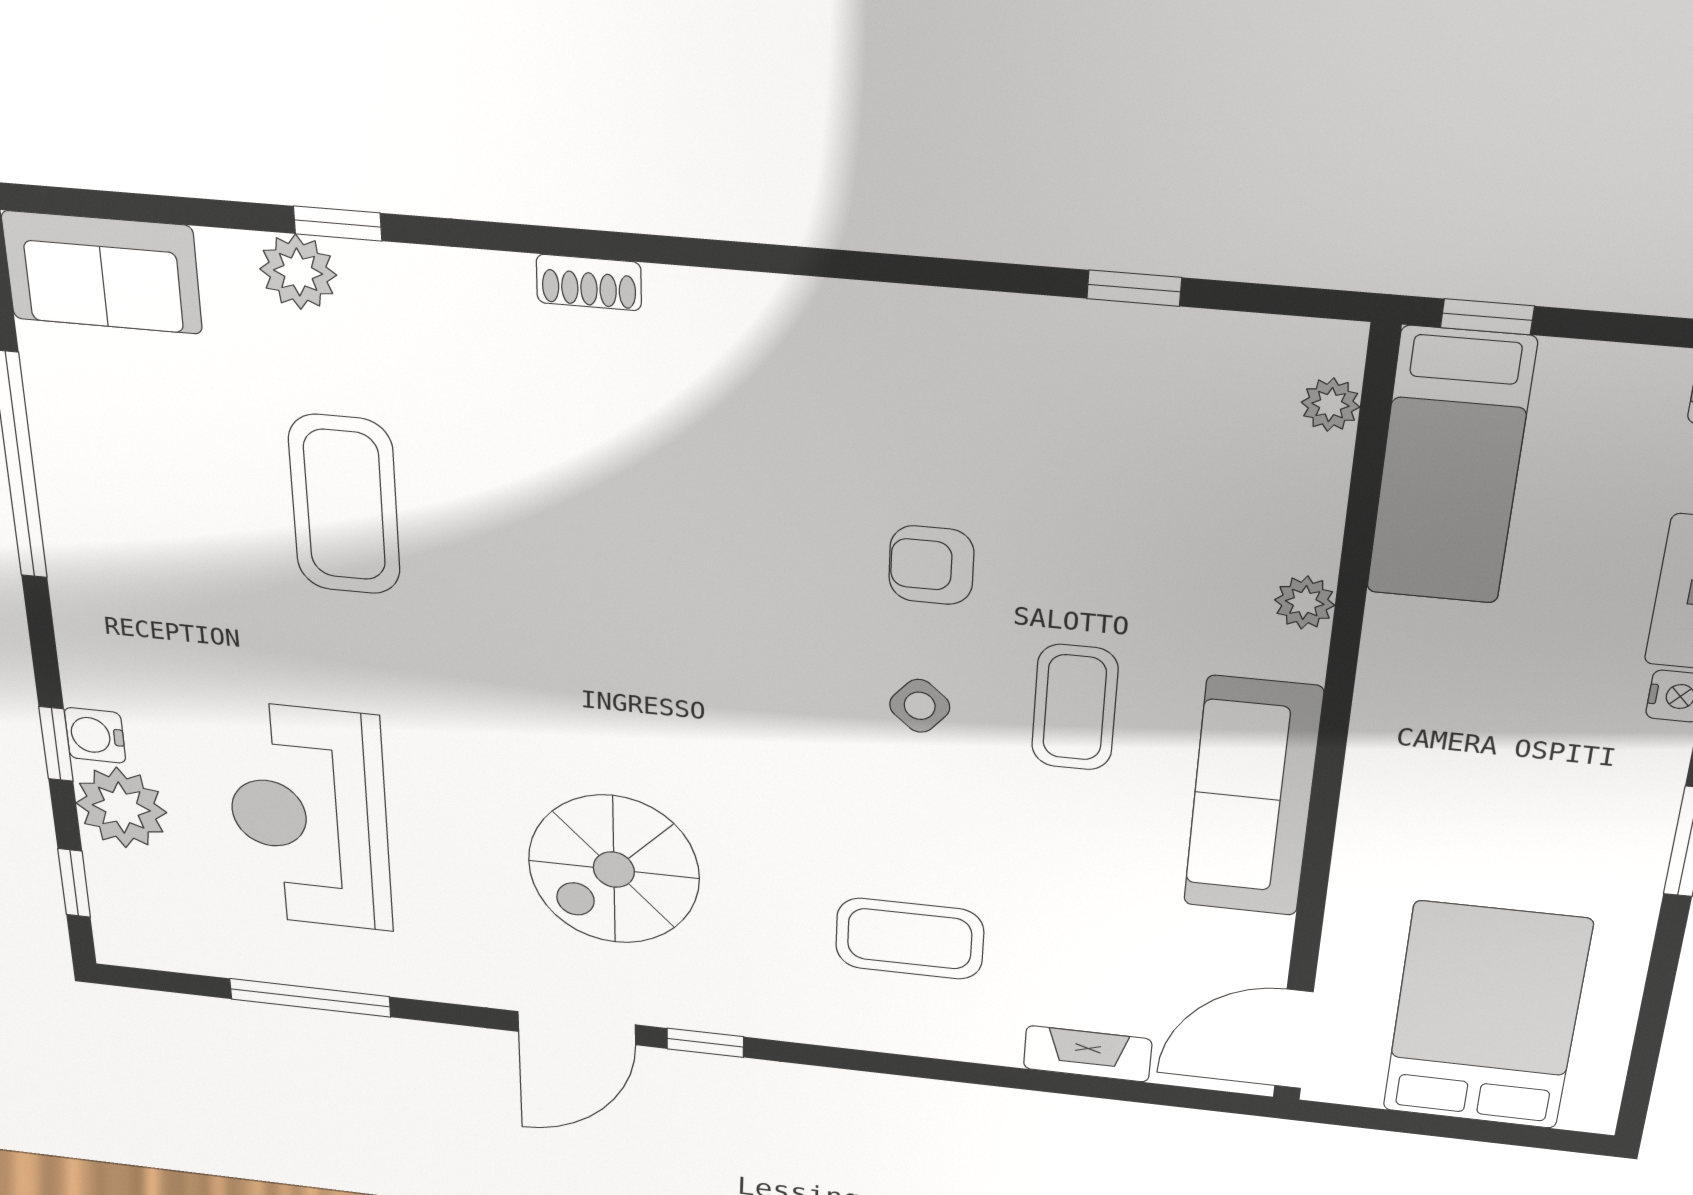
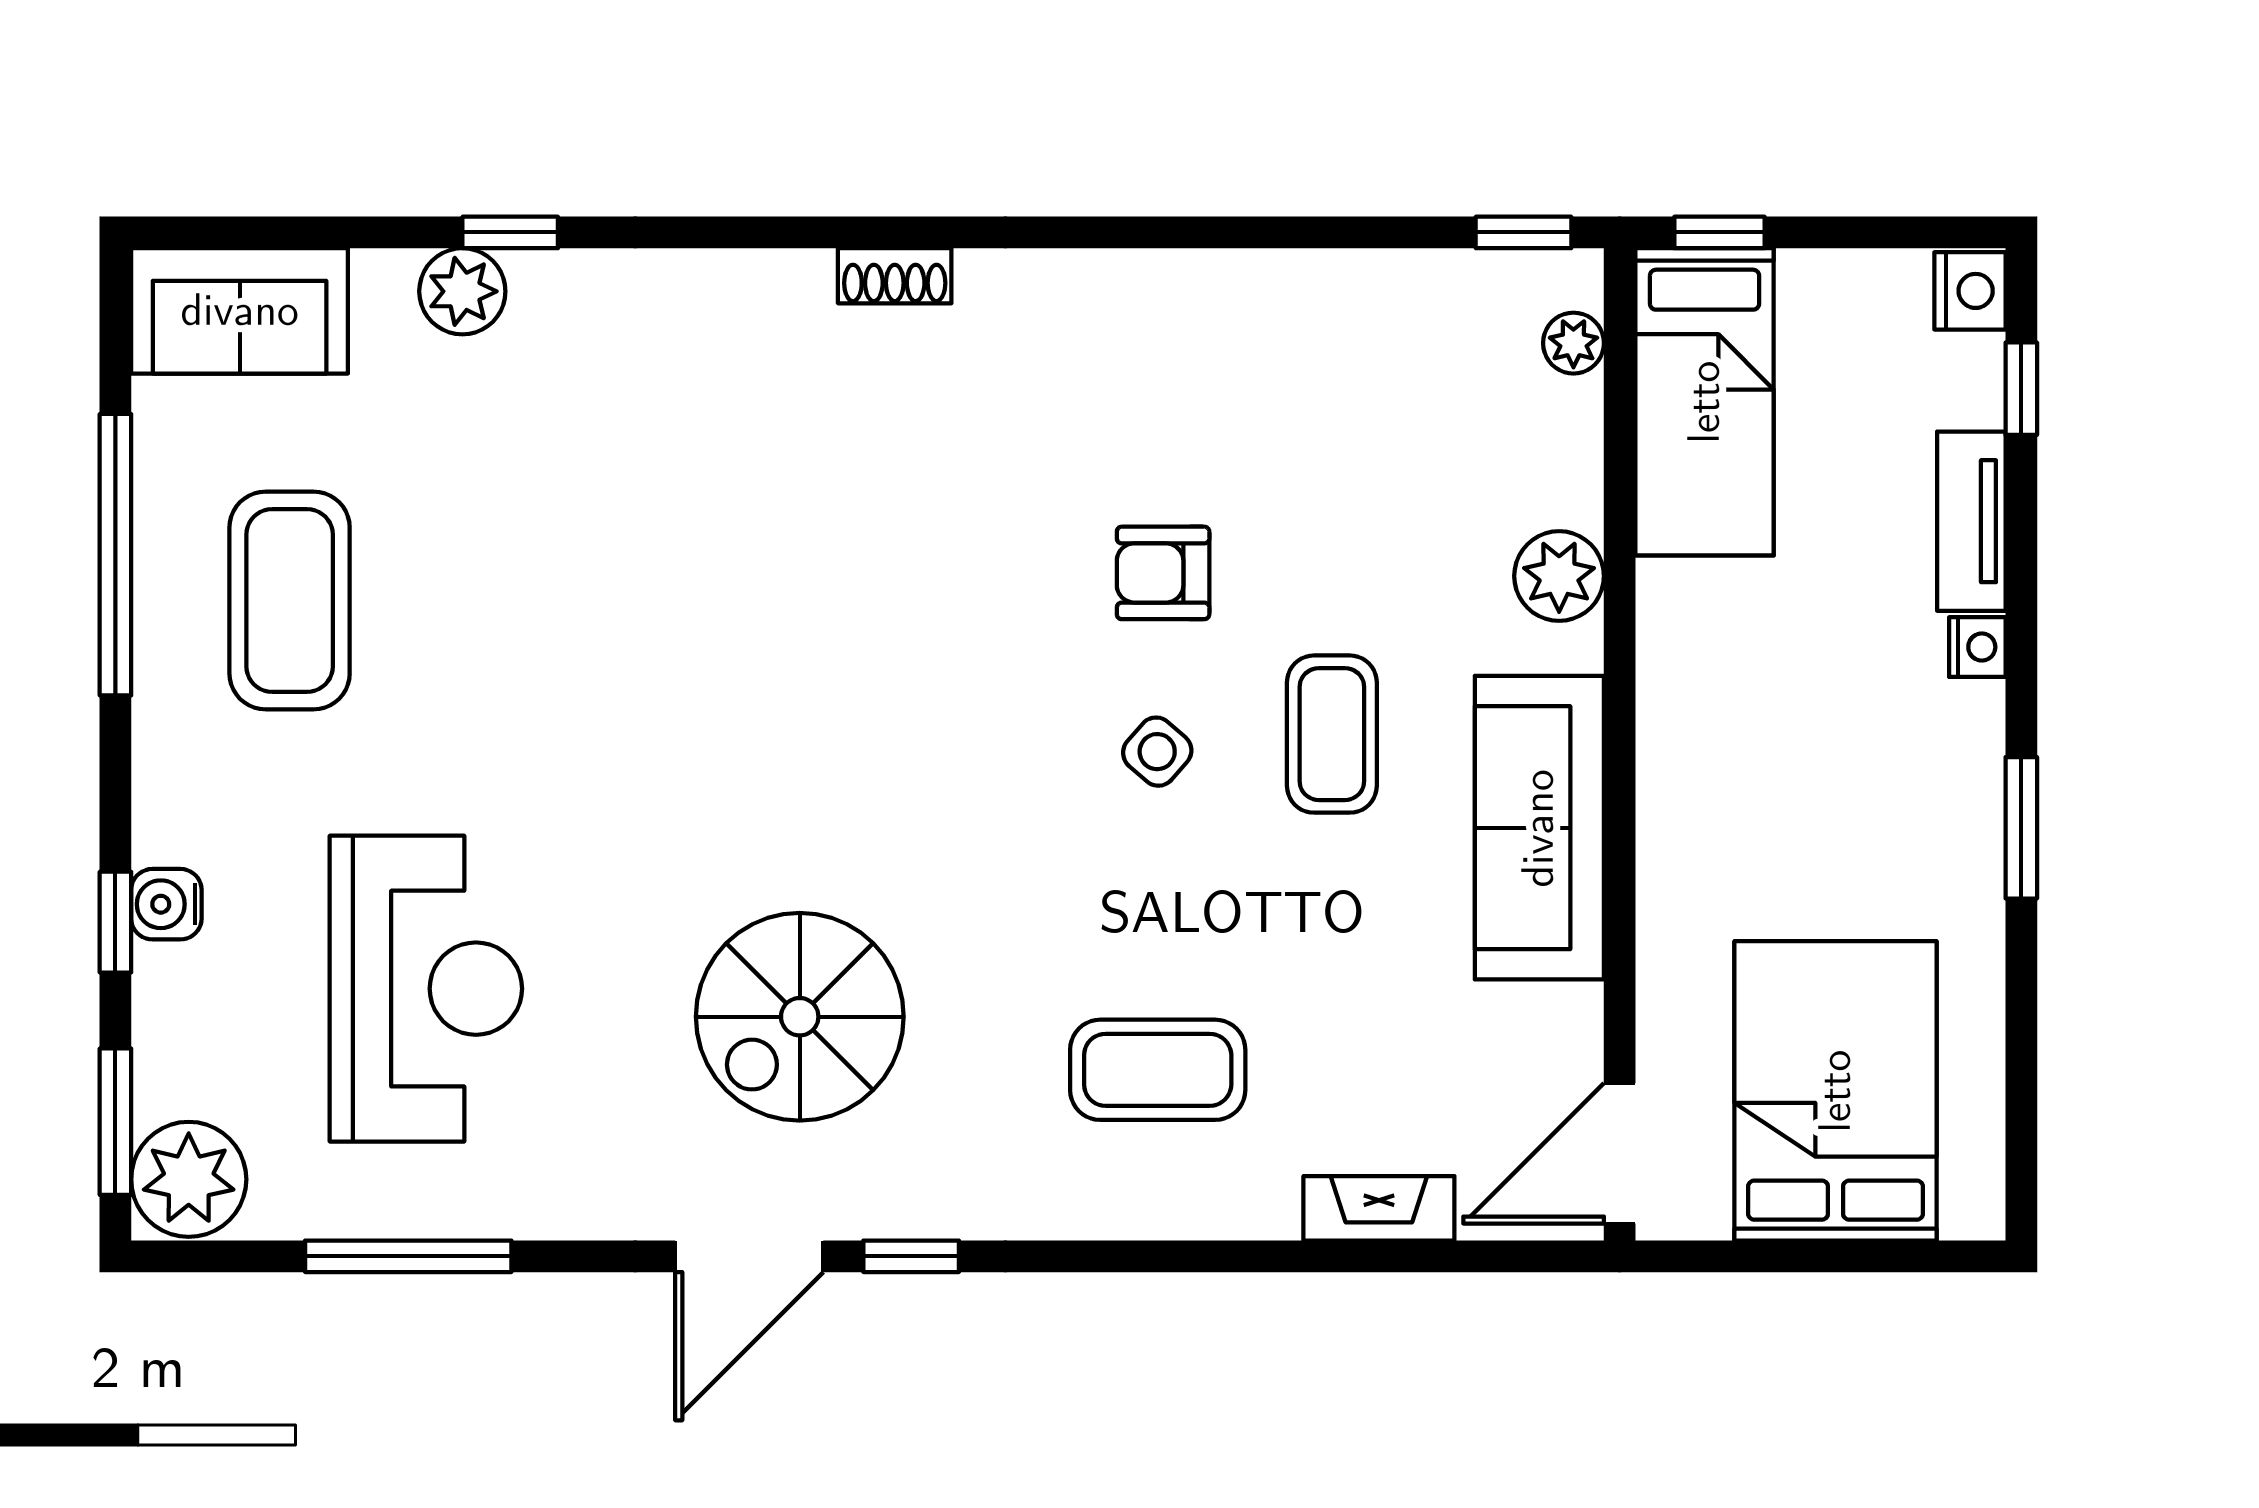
shoe rack: (589, 283) -> (895, 276), moved
window: (1134, 288) -> (1524, 232), moved
coffee table: (345, 505) -> (290, 600), moved
plant: (1305, 602) -> (1559, 576), width x1.38, depth x1.38
plant: (121, 808) -> (189, 1179), moved
reception desk: (309, 817) -> (426, 989), turned 180
window: (74, 883) -> (115, 1122), width x1.50

